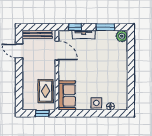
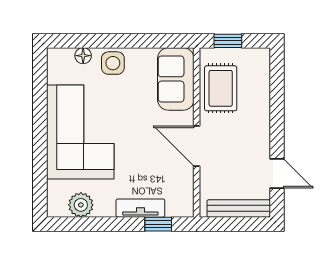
window: (105, 27) -> (94, 224), removed
plant: (122, 36) -> (81, 205), moved
door: (57, 51) -> (197, 146), moved
corner sofa: (112, 70) -> (80, 132), added

